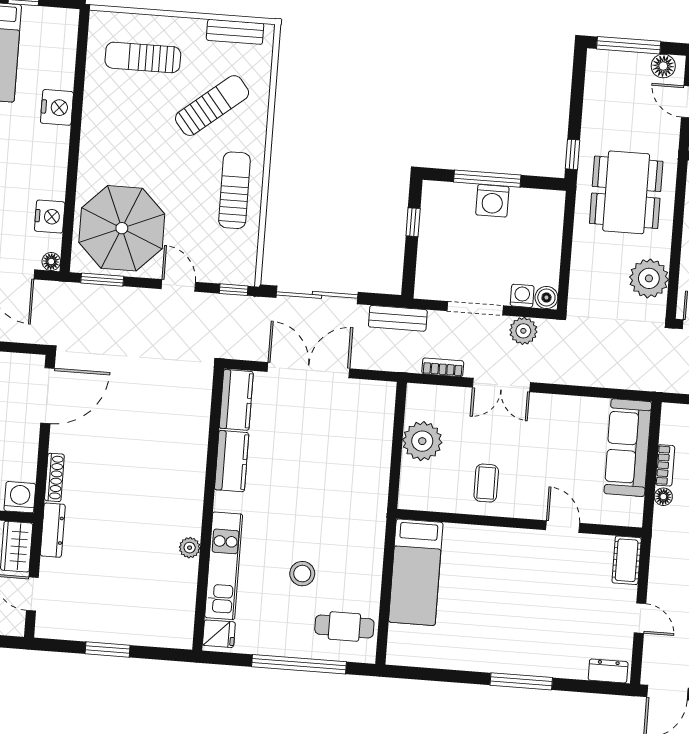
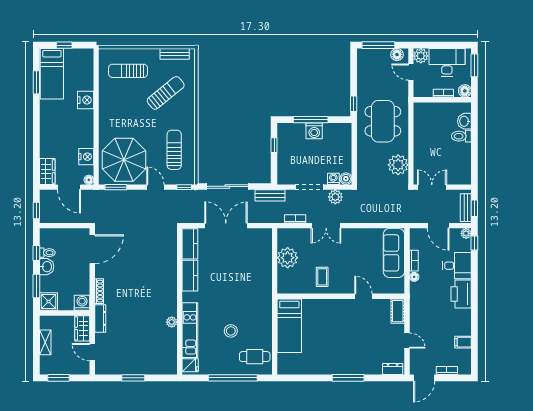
sun lounger: (234, 190) -> (174, 150), moved

